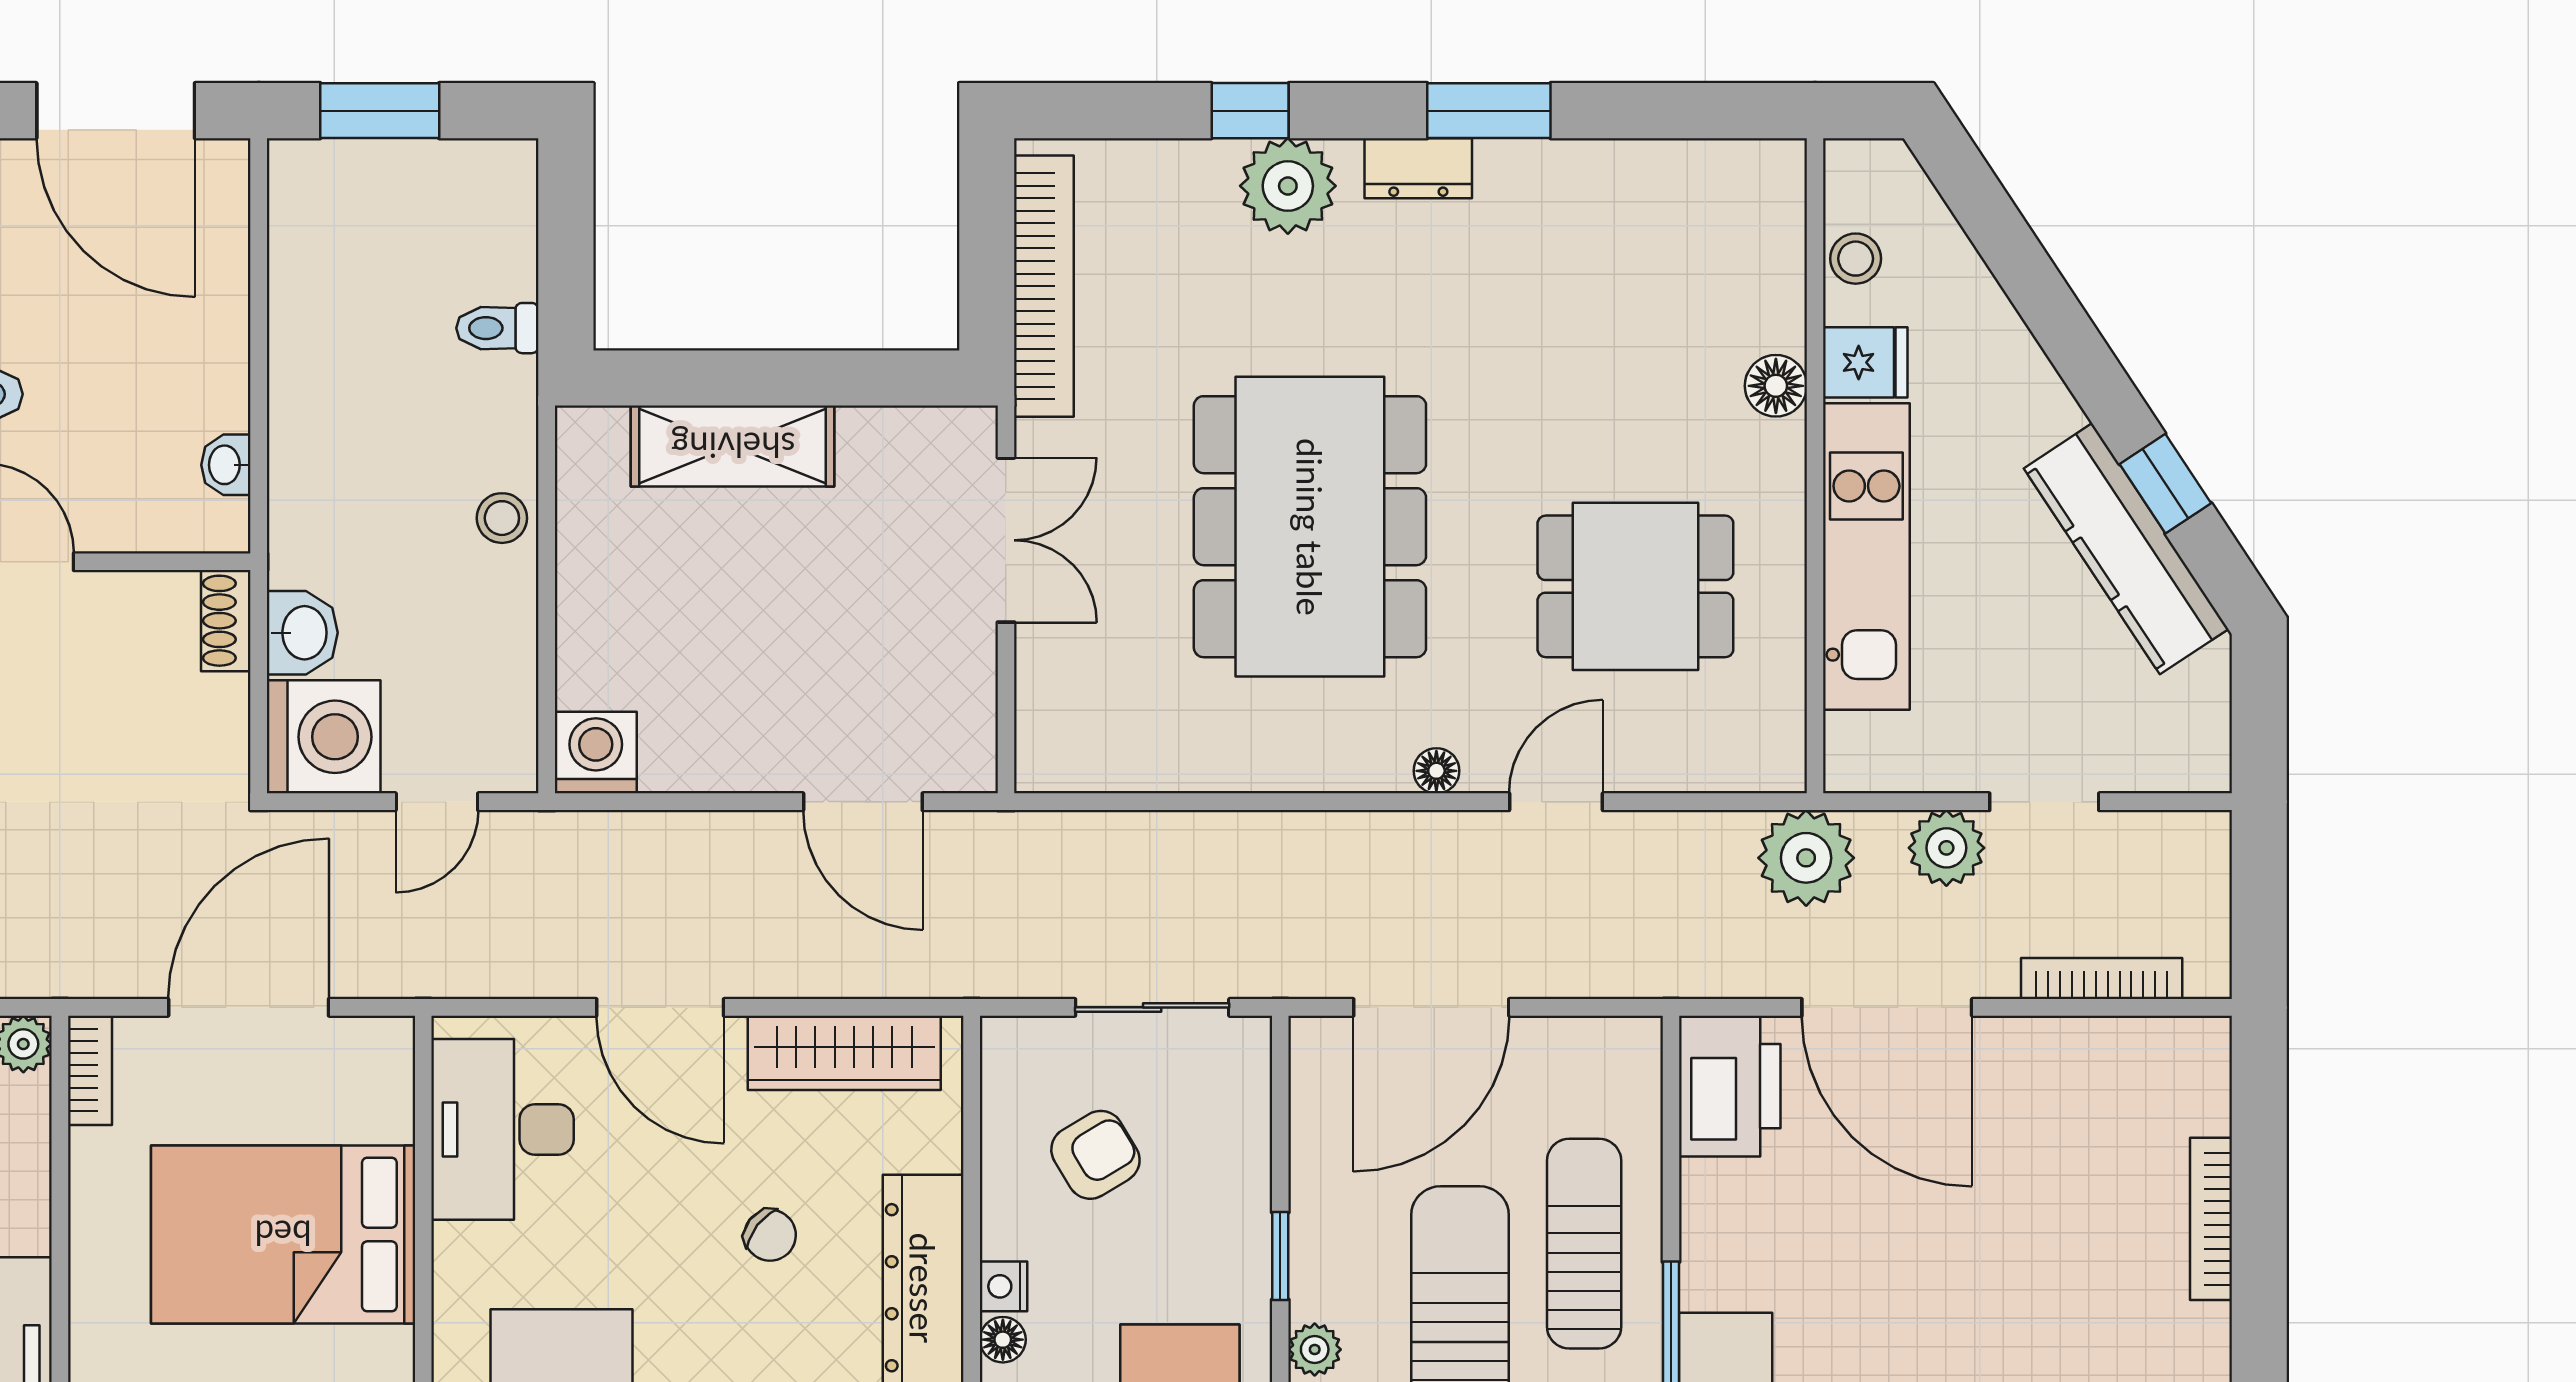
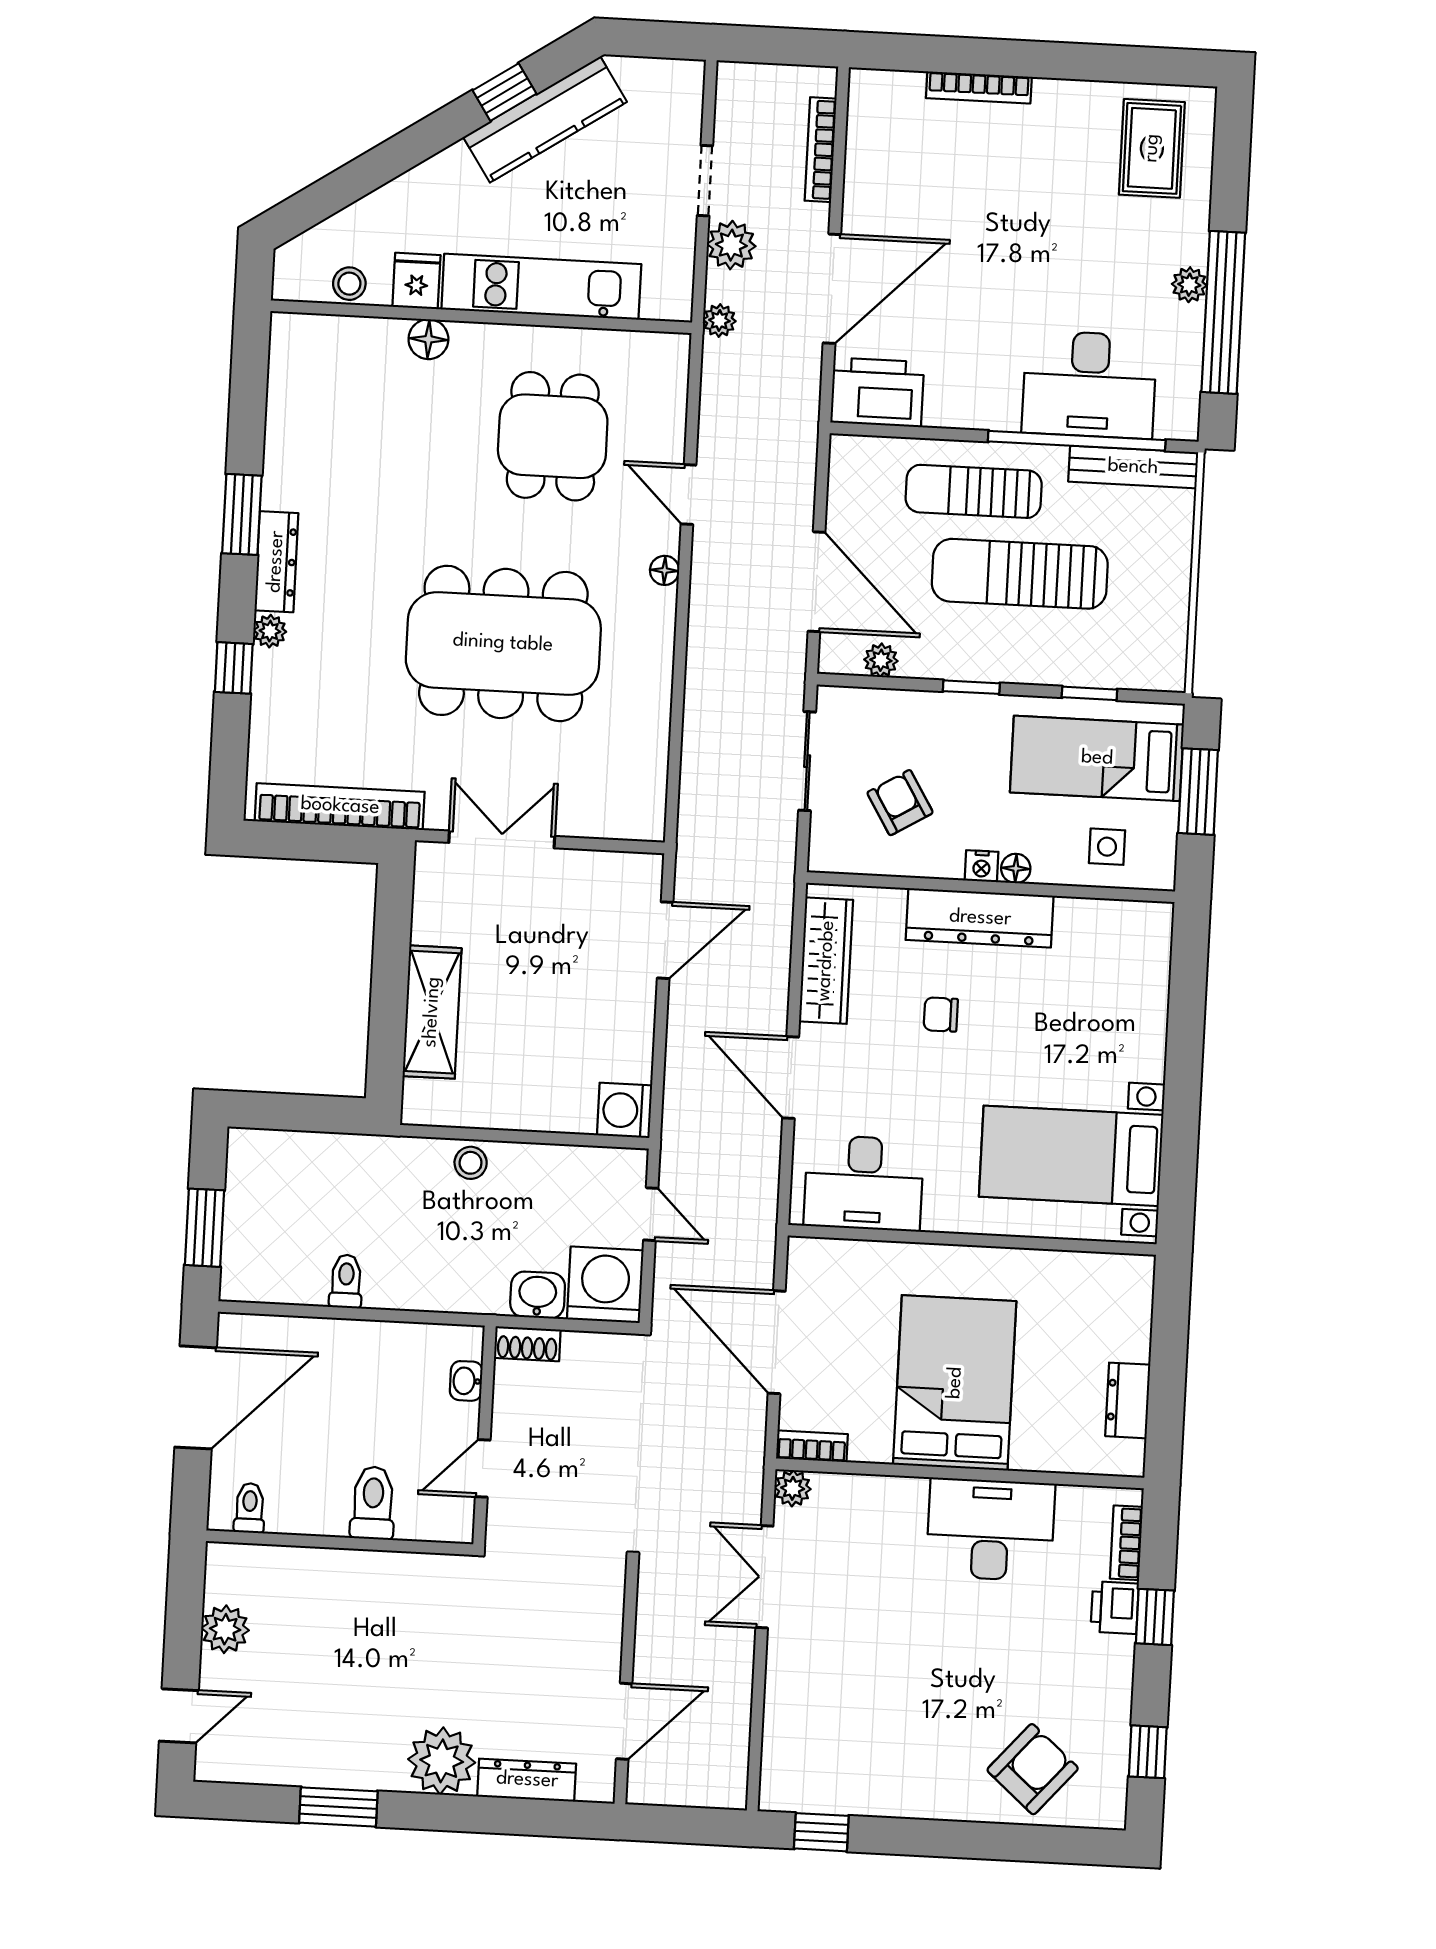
dresser: (1418, 168) -> (276, 562), width x1.44
plant: (1288, 186) -> (270, 631), width x0.53, depth x0.53
toilet: (497, 328) -> (346, 1281), moved, turned 180
washbasin: (226, 465) -> (466, 1381), moved, turned 90
plant: (1806, 858) -> (719, 321), width x0.53, depth x0.53
door: (660, 1007) -> (791, 1078), swing flipped
bed: (283, 1234) -> (955, 1383), moved, turned 180
chair: (770, 1235) -> (941, 1015), turned -128
plant: (1315, 1349) -> (881, 660), moved

